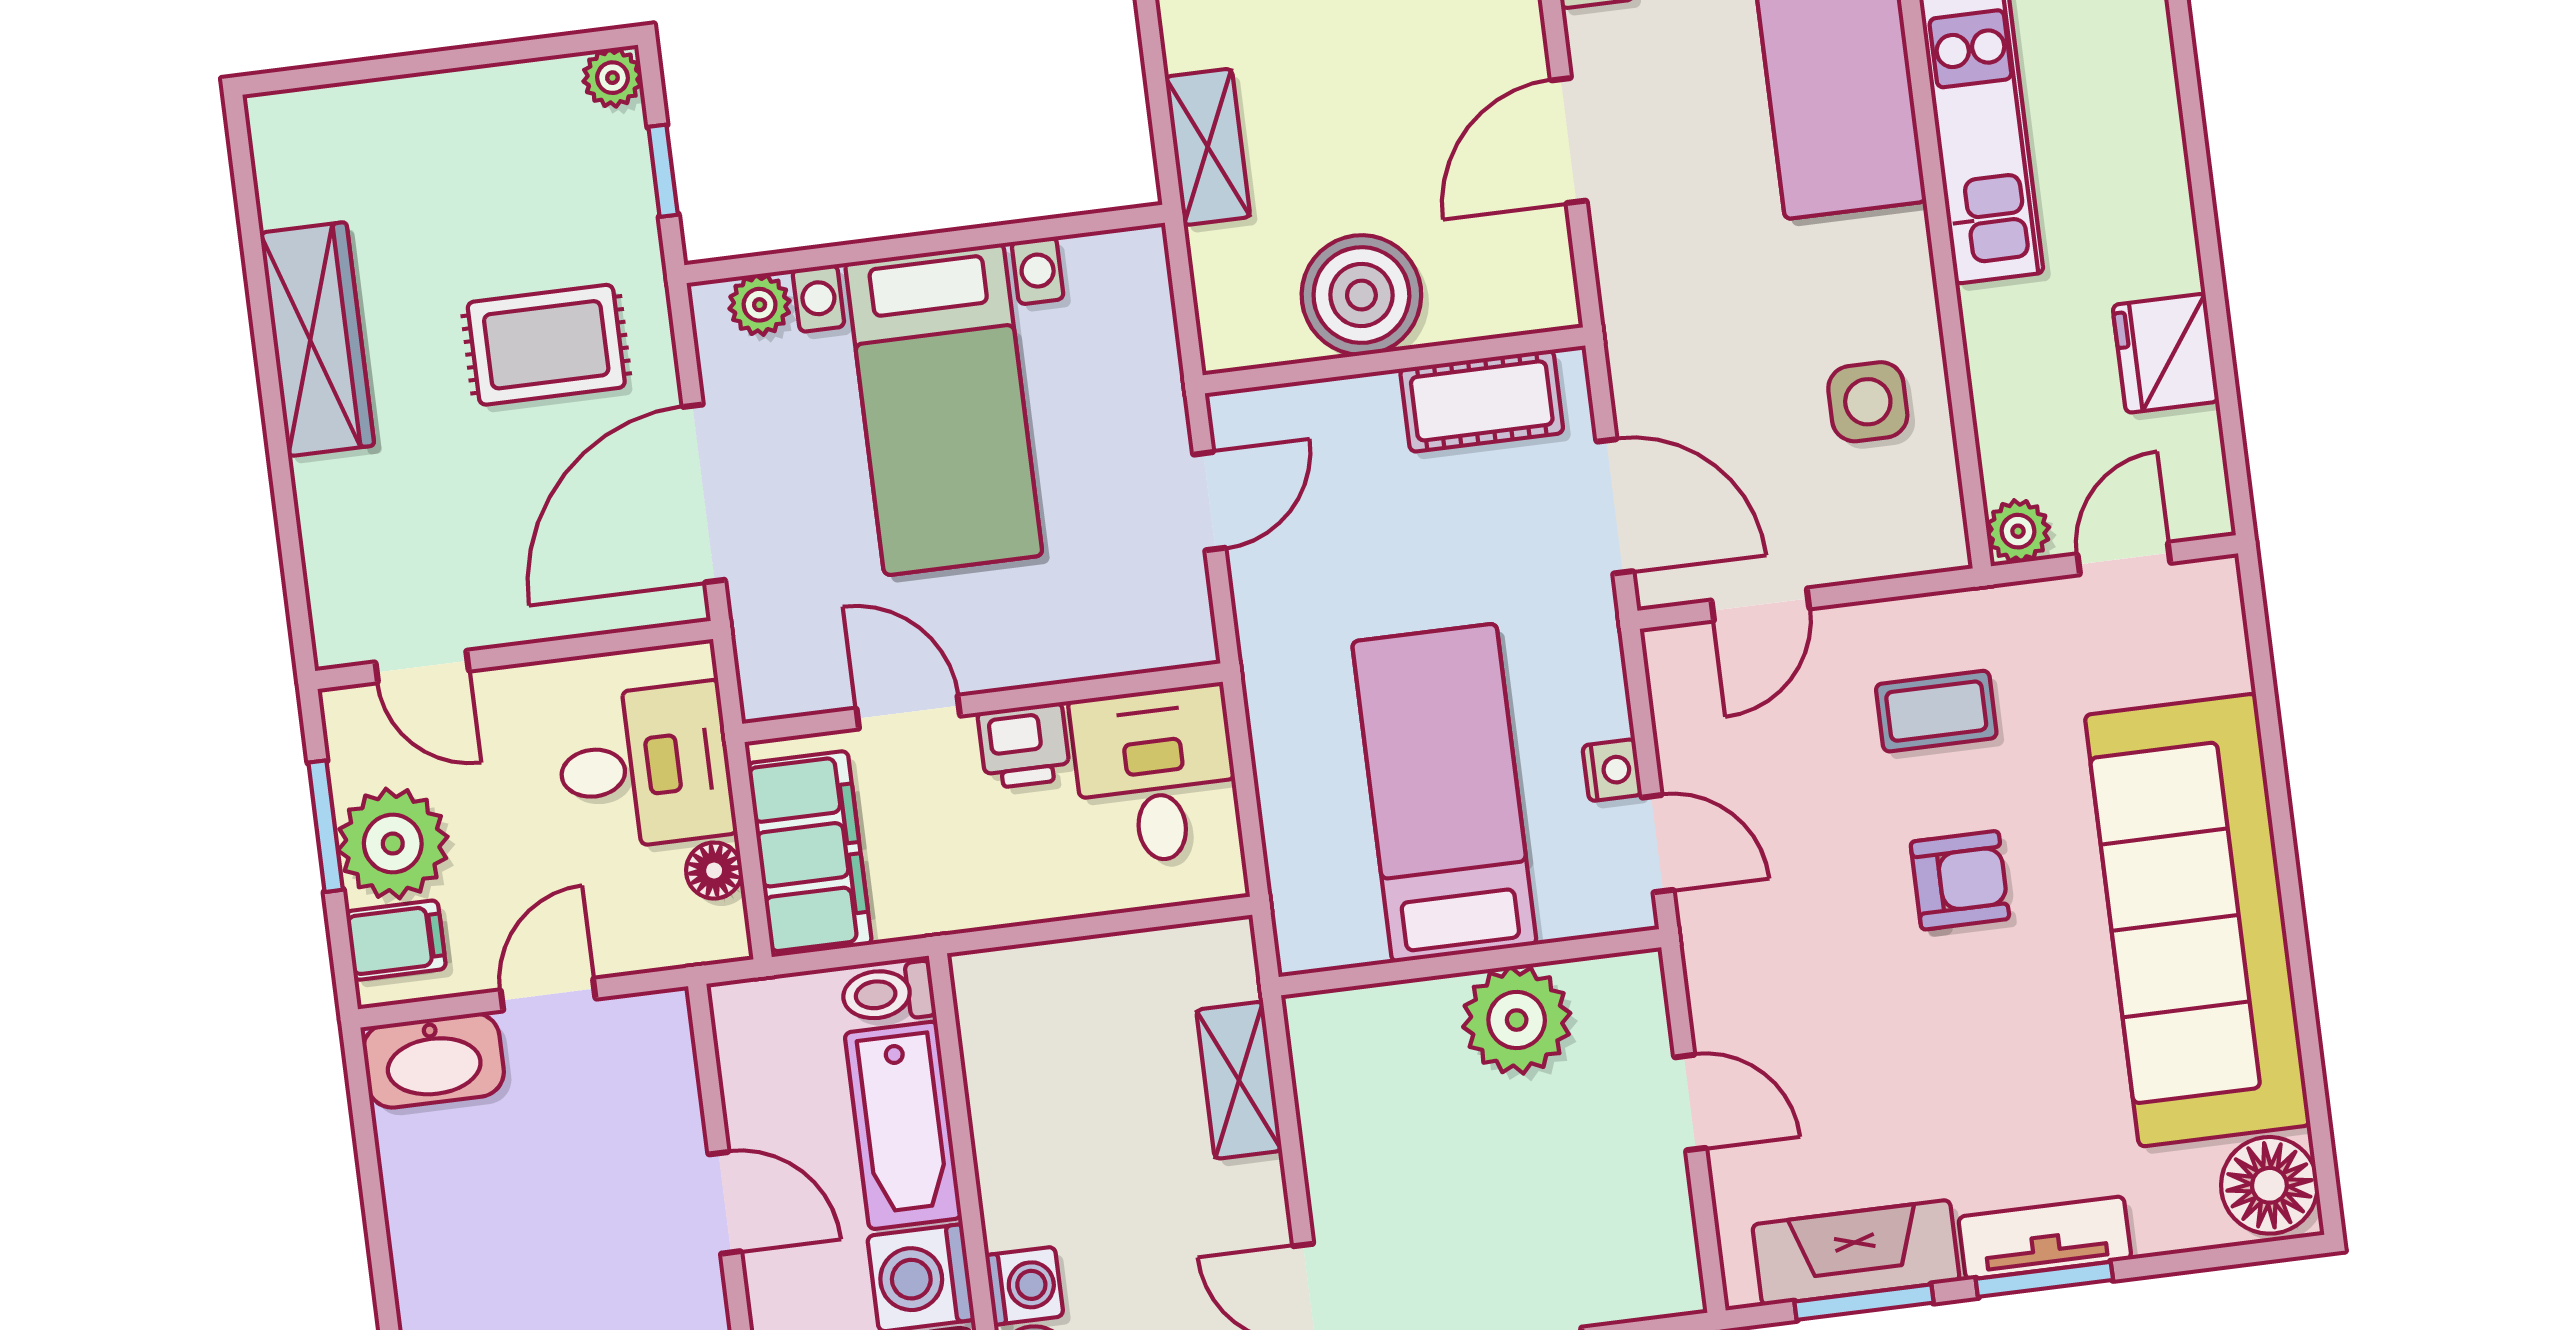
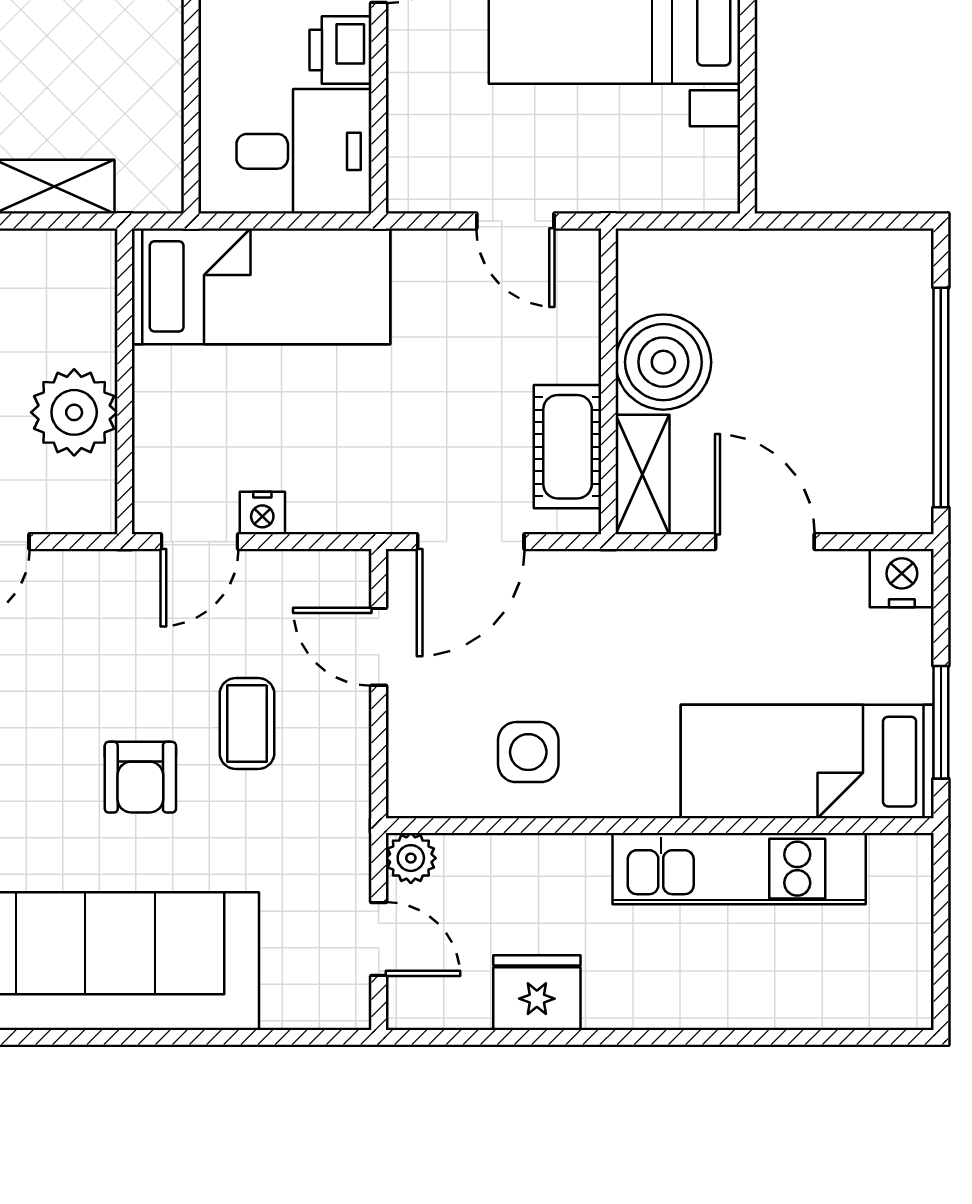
shelving: (1208, 147) -> (643, 474), moved, turned 90
coffee table: (1936, 711) -> (247, 724), moved
bed: (1444, 793) -> (261, 286), moved

